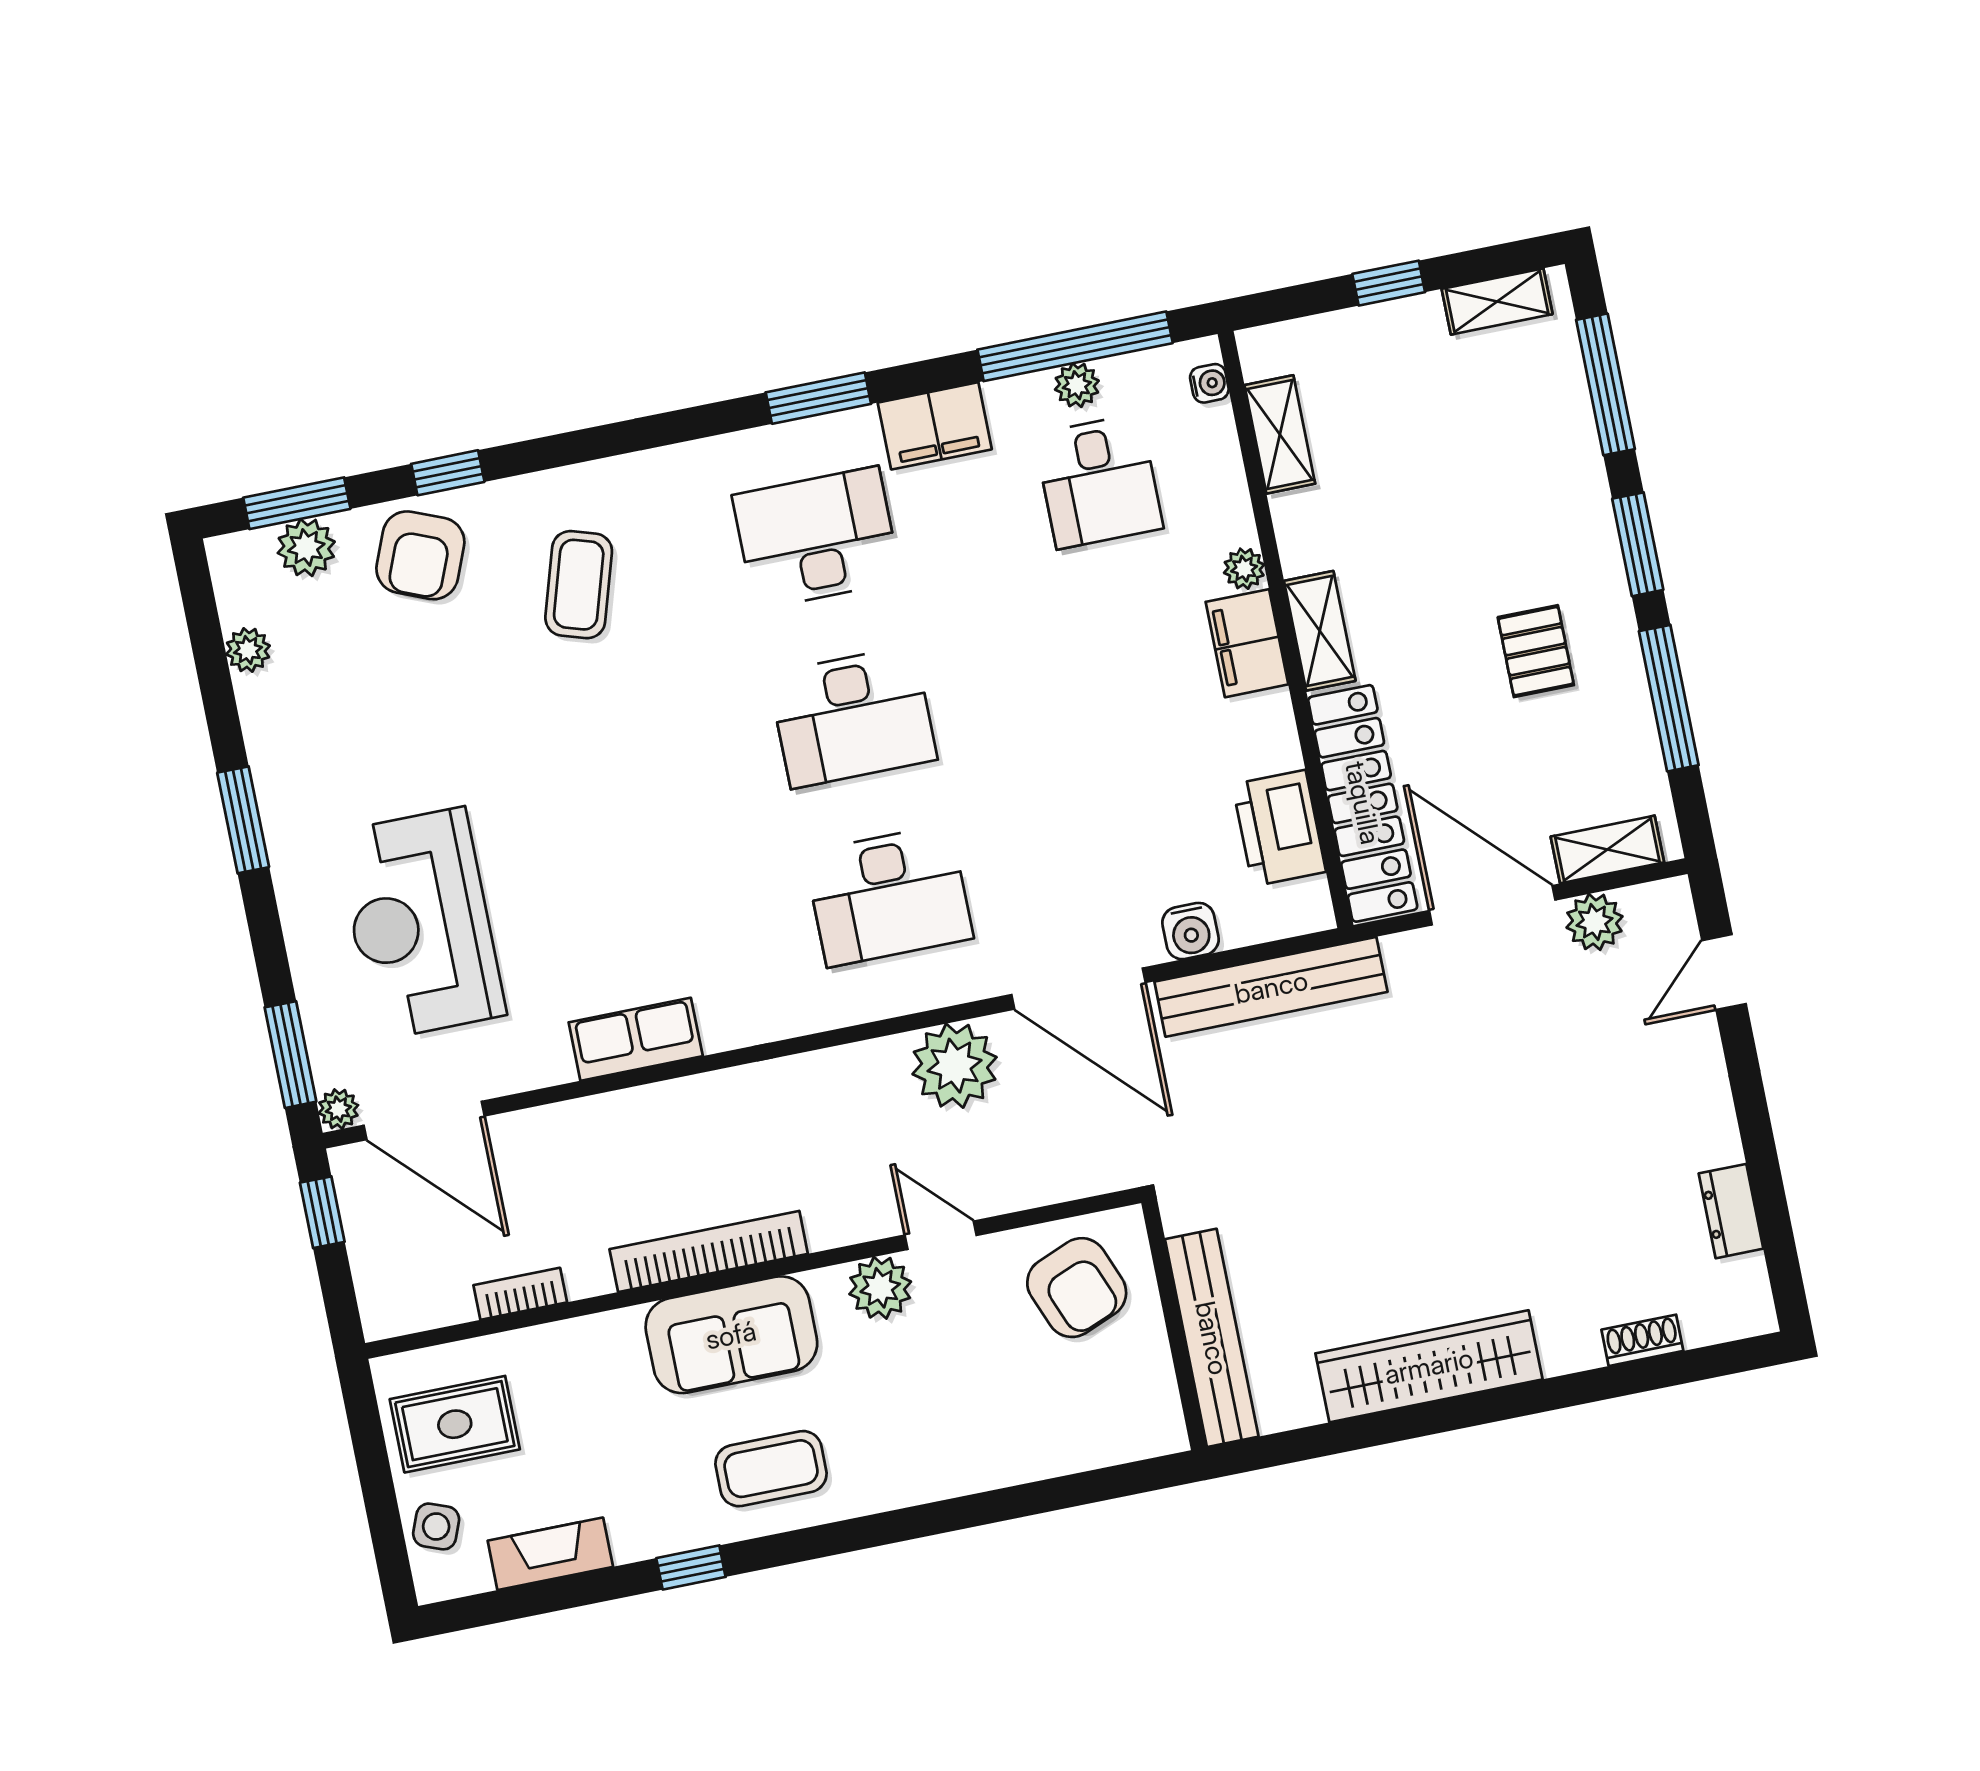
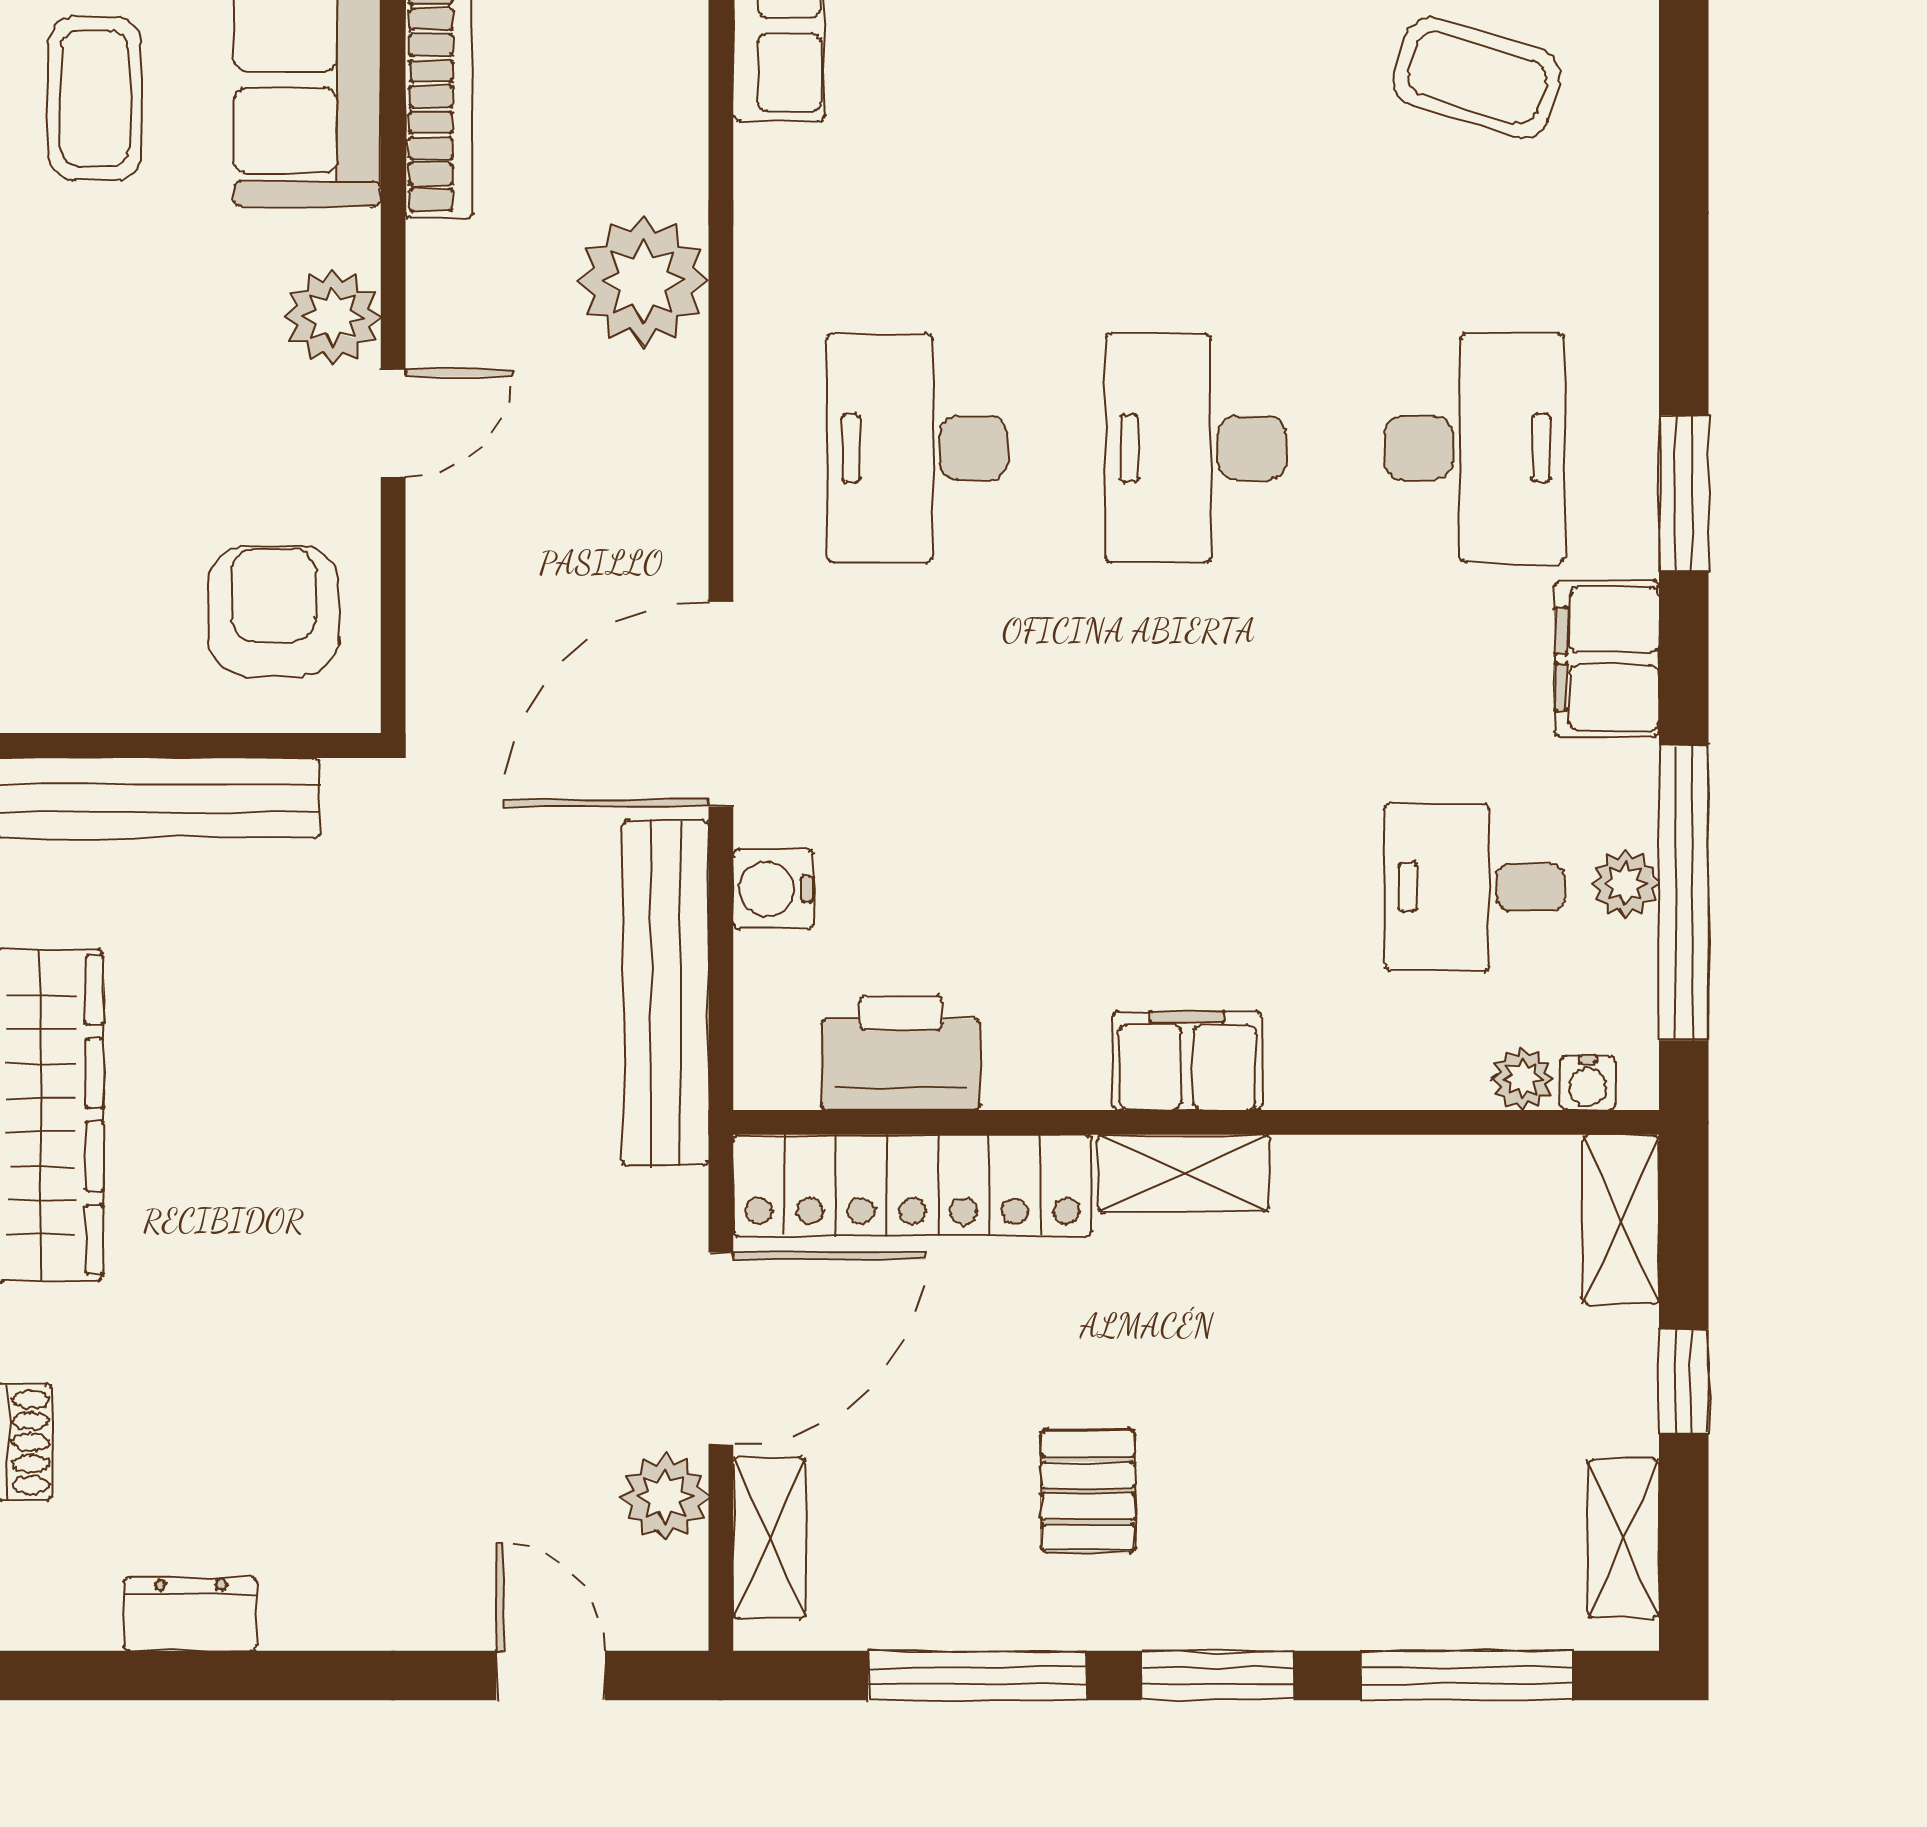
shelving: (1280, 434) -> (1621, 1219), moved, turned 90
plant: (1244, 569) -> (1522, 1079), moved
pallet: (1536, 651) -> (1088, 1491), turned 90
plant: (955, 1066) -> (643, 281), moved
armchair: (1077, 1288) -> (274, 611), turned 112

